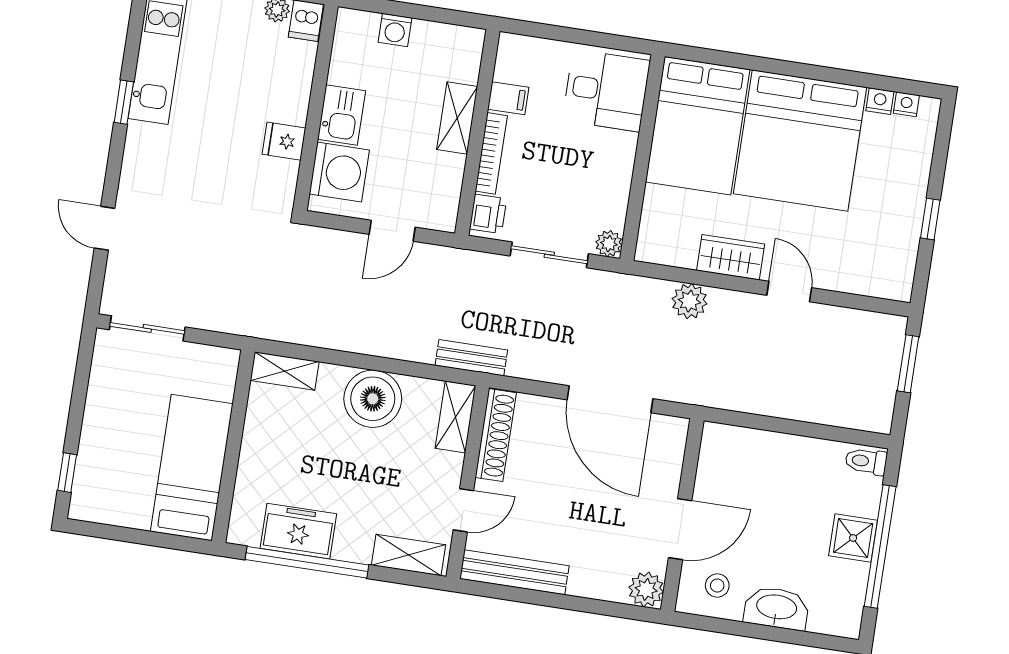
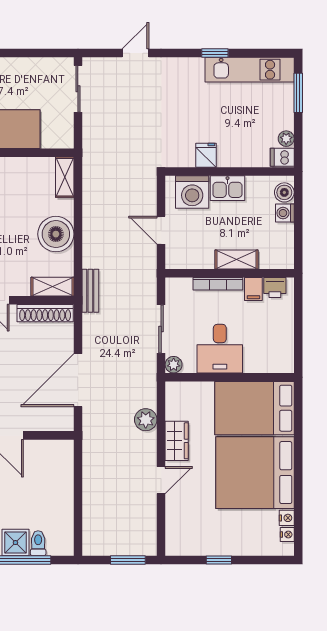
boiler: (362, 26) -> (284, 192), added
desk: (606, 90) -> (220, 349), moved
printer: (488, 214) -> (275, 288), moved
toilet: (866, 461) -> (38, 543), moved

